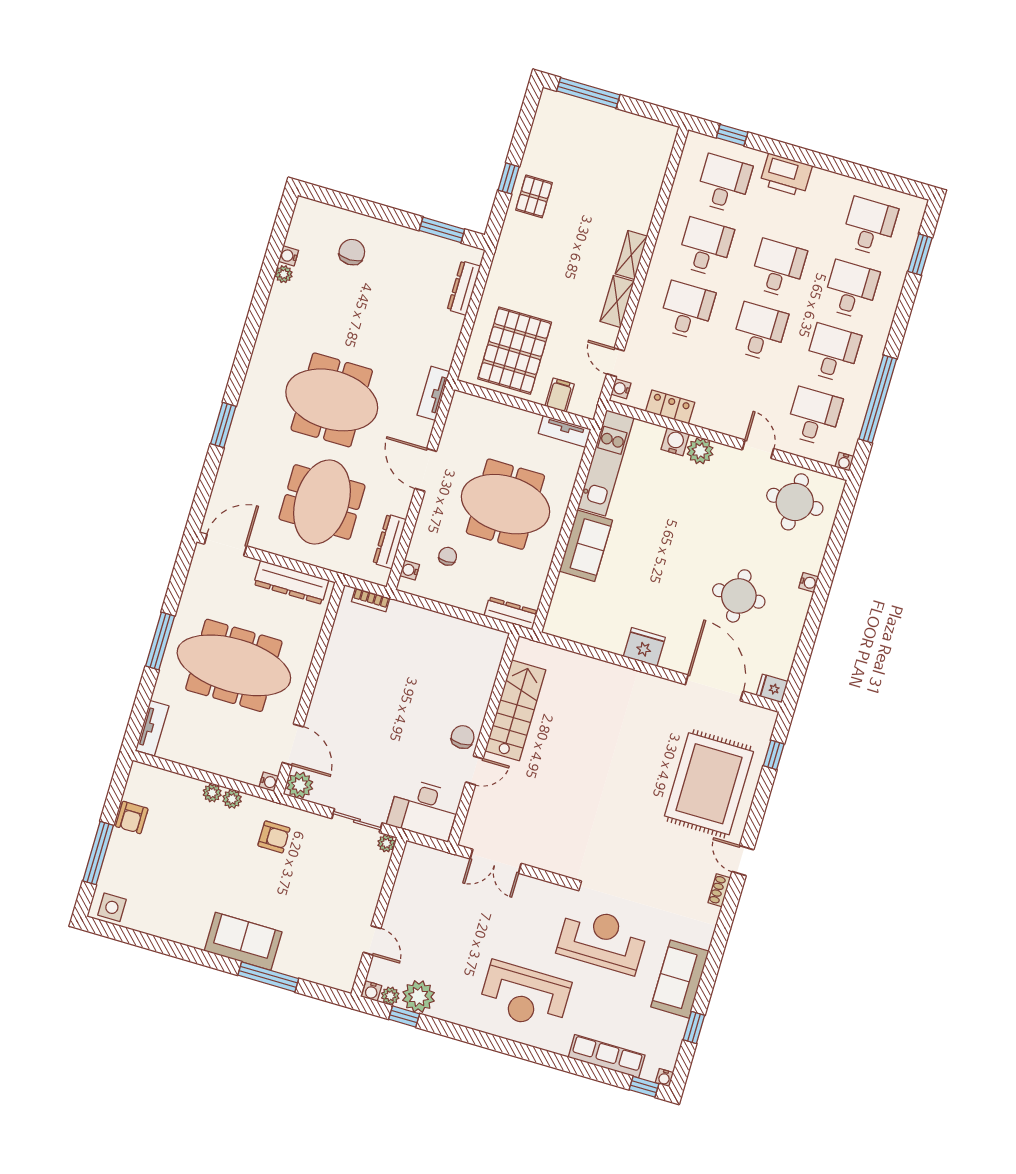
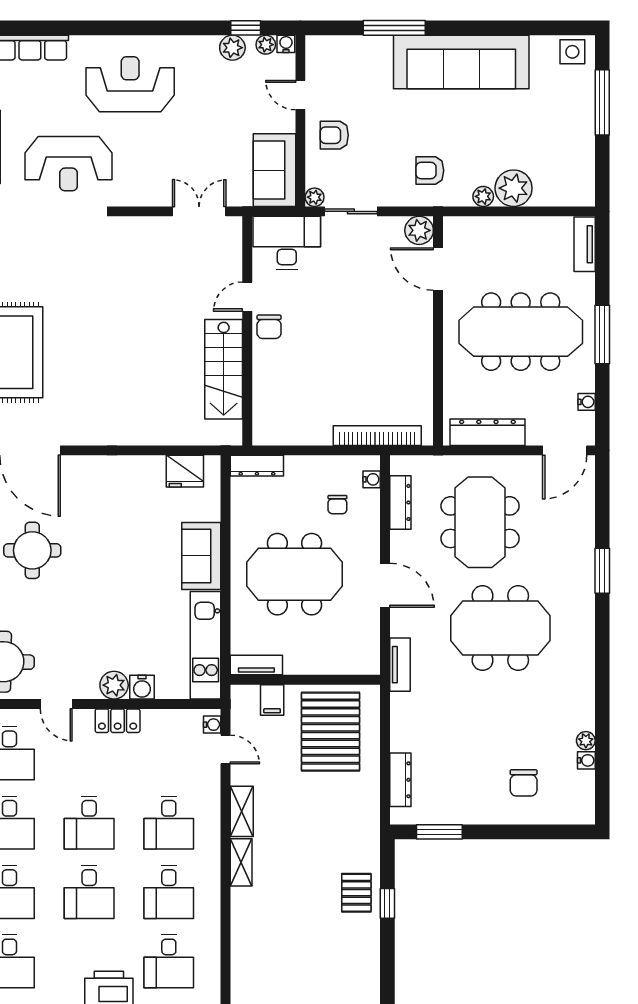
locker: (670, 407) -> (118, 721), moved
bookcase: (371, 600) -> (377, 436), width x2.31, depth x1.31
fridge: (644, 647) -> (185, 471), moved
water cooler: (269, 782) -> (587, 402), moved, turned 180
plant: (212, 793) -> (514, 188), width x1.87, depth x1.87
armchair: (132, 817) -> (334, 135), moved, turned -90
sofa: (416, 879) -> (275, 170), added
sofa: (243, 941) -> (461, 62), width x1.85, depth x1.27
plant: (419, 996) -> (232, 48), width x0.73, depth x0.73

